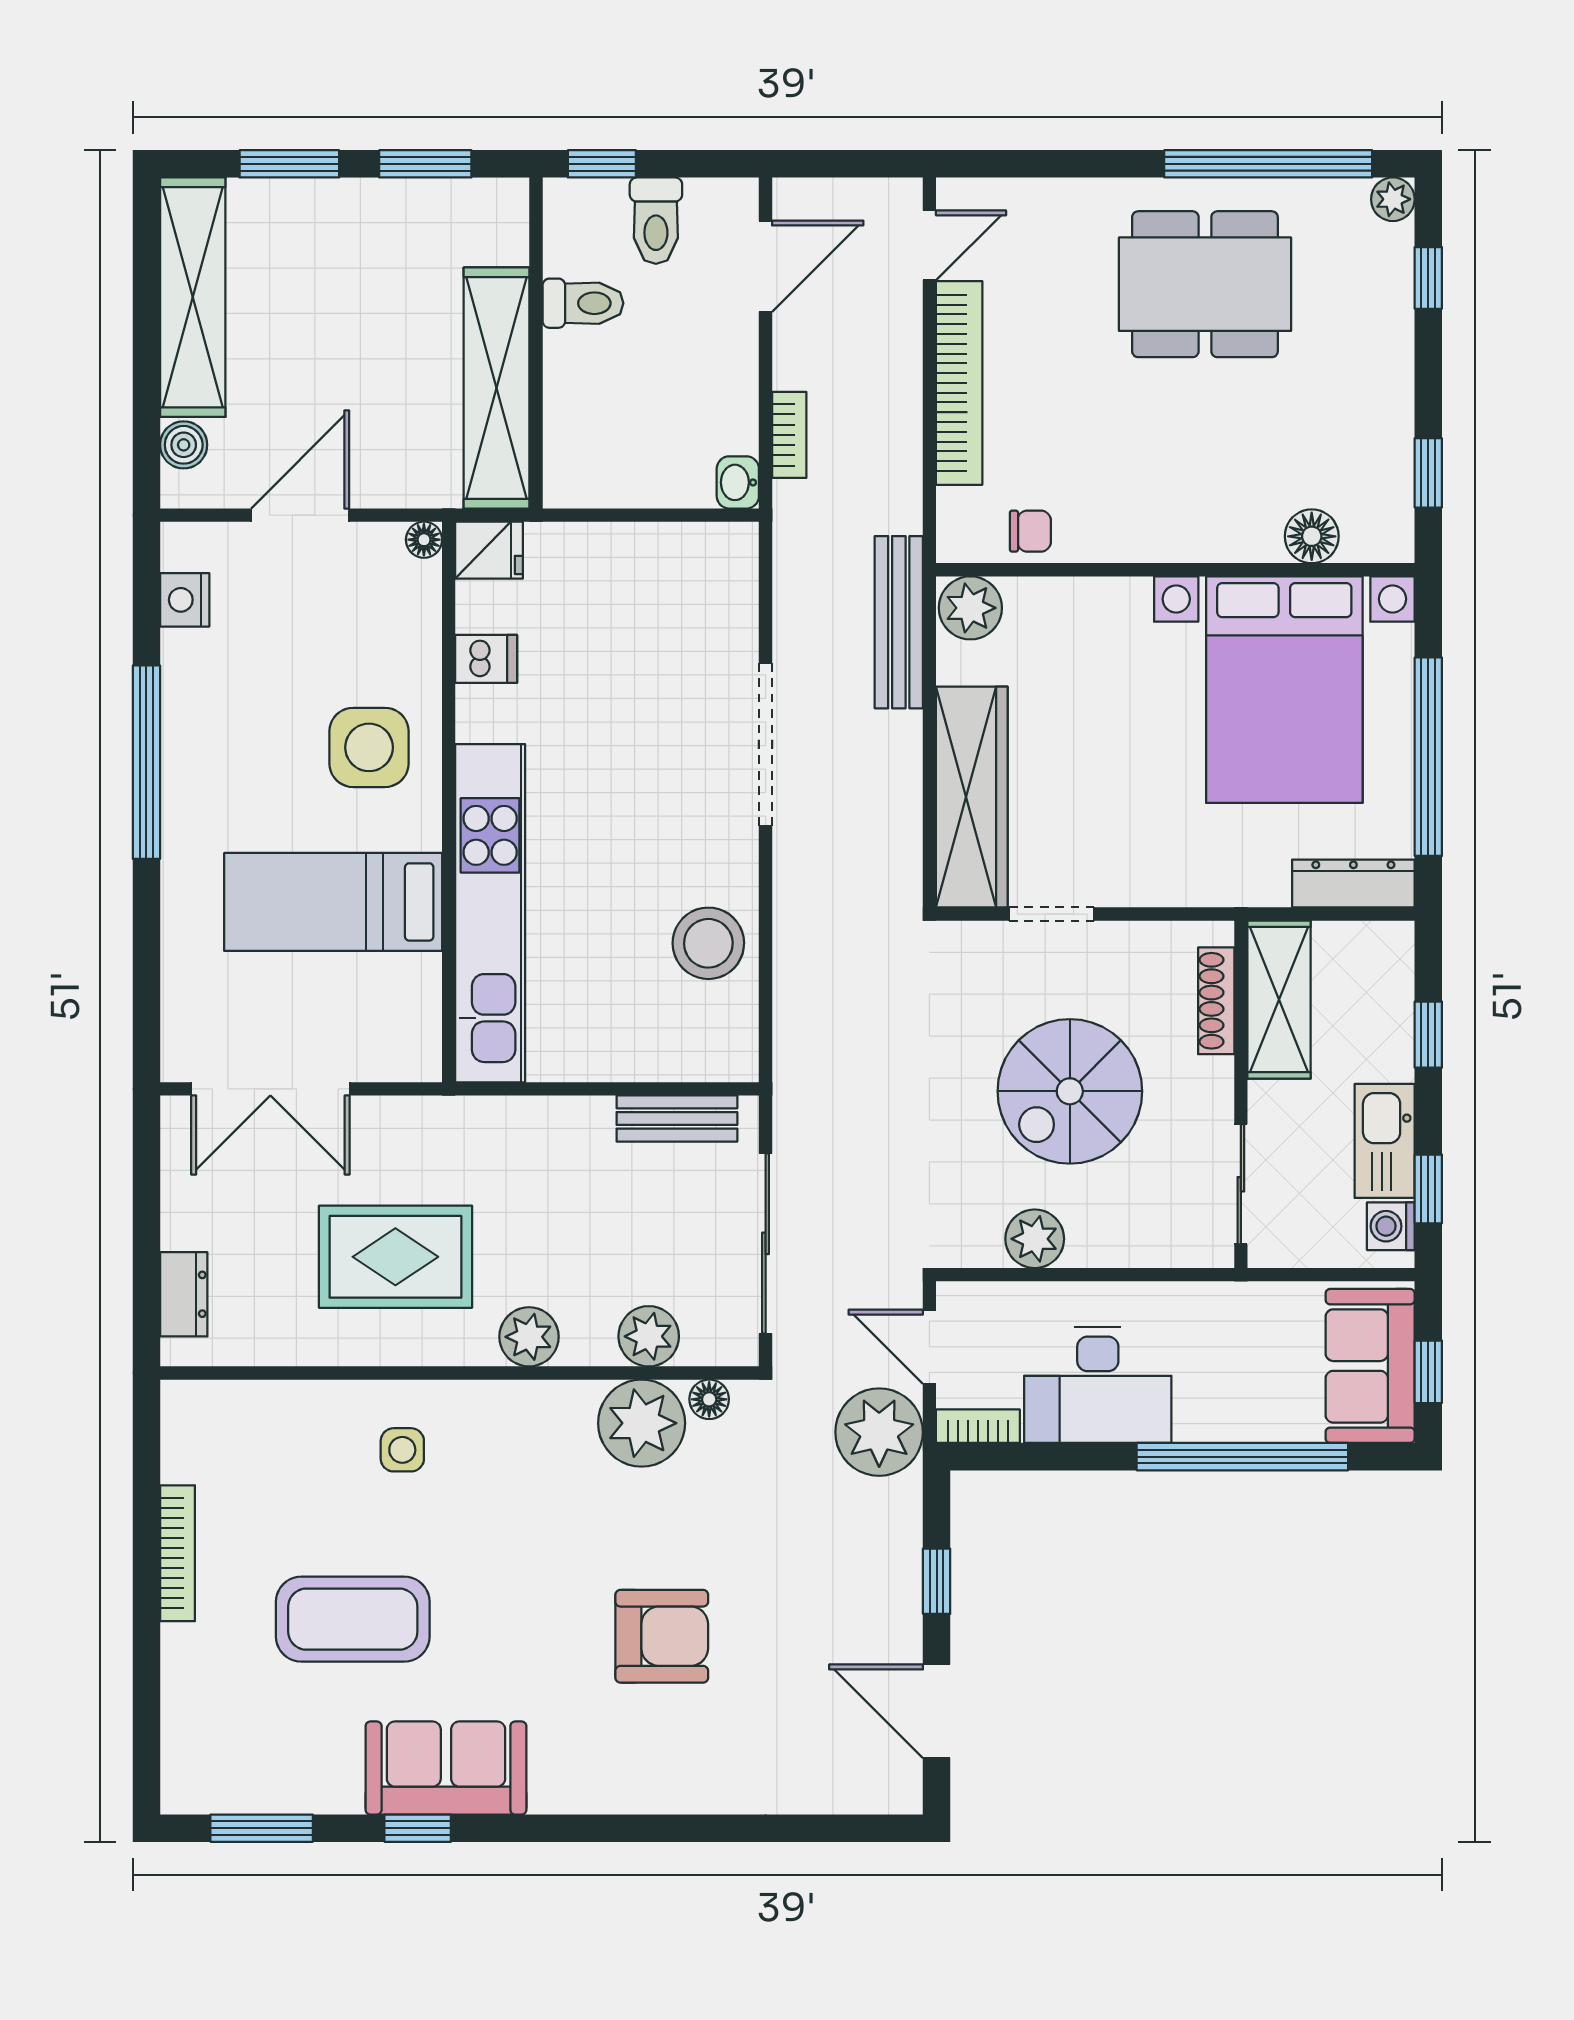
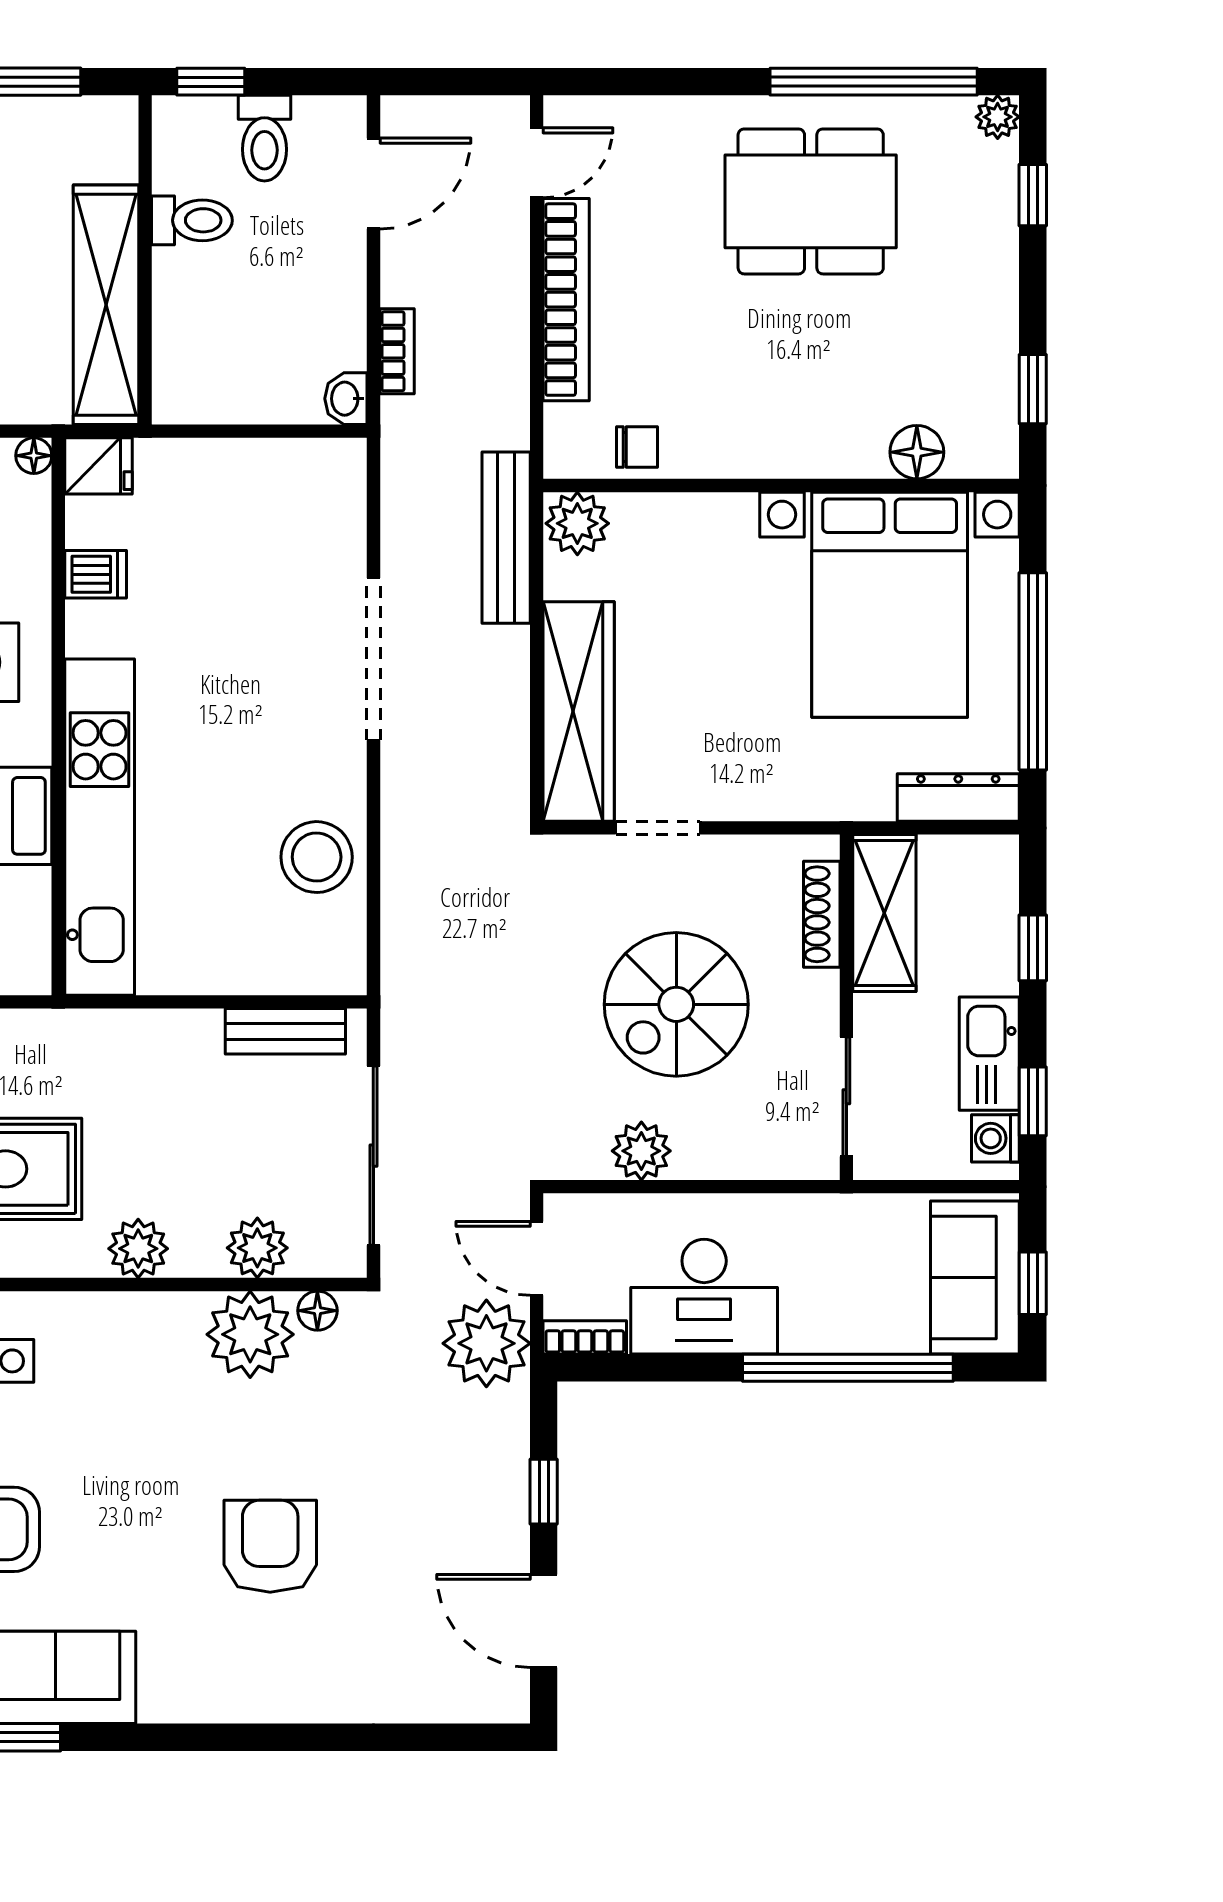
armchair: (662, 1636) -> (270, 1546), turned -90

